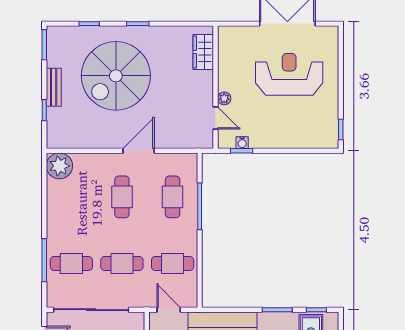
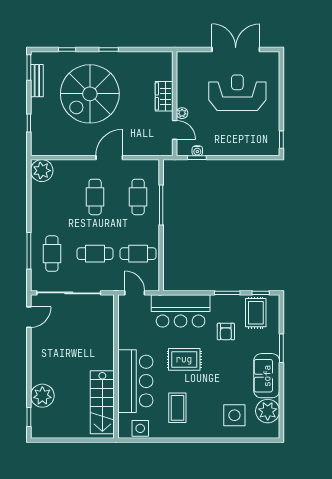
wardrobe: (203, 52) -> (164, 96), moved
bench: (54, 87) -> (37, 81), moved
cafe table: (71, 263) -> (52, 254), turned 90

